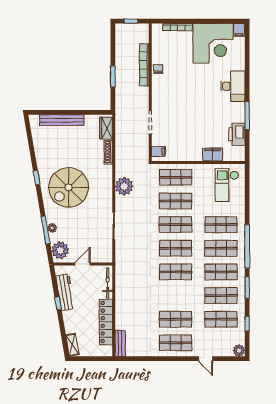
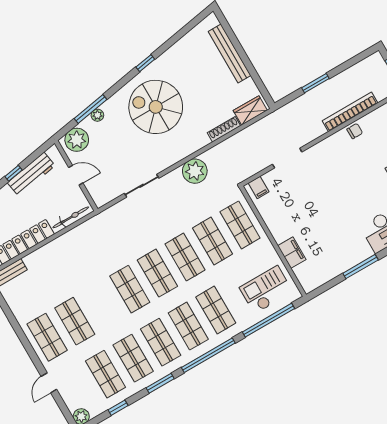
printer: (237, 134) -> (332, 267), removed
window: (247, 195) -> (268, 320), added

